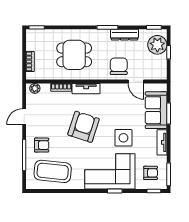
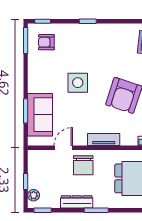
plant: (157, 45) -> (34, 195), width x0.53, depth x0.53
door: (136, 81) -> (63, 148), hinge flipped
tv unit: (86, 89) -> (104, 140), moved
tv unit: (162, 142) -> (33, 77), removed
corner sofa: (110, 171) -> (93, 44), removed

